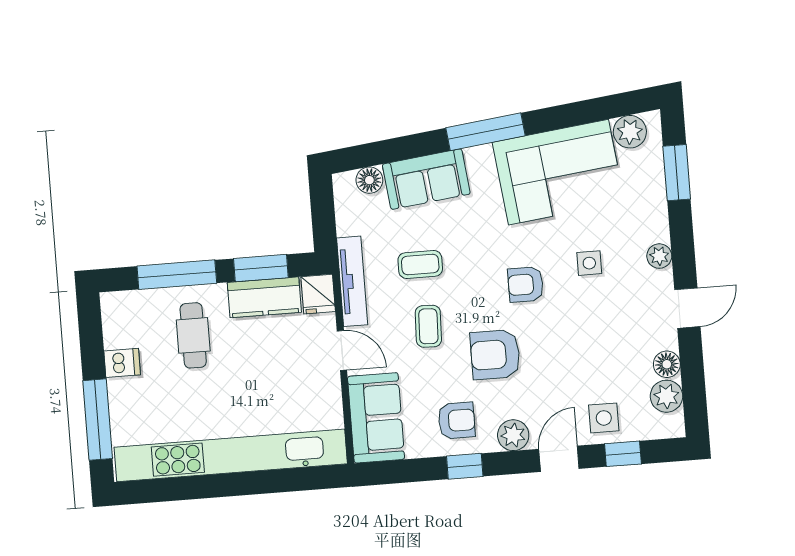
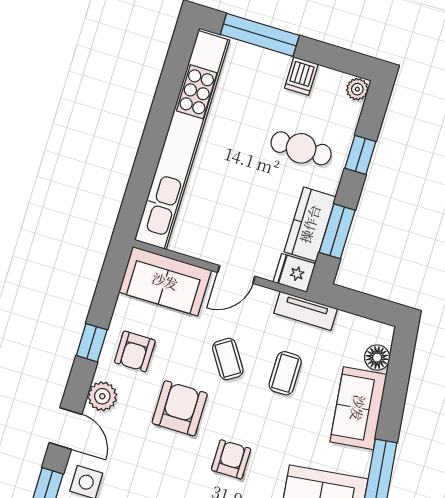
window: (177, 275) -> (360, 155), width x0.46
tv unit: (352, 281) -> (306, 311), width x0.71
plant: (113, 303) -> (357, 89), added
coffee table: (428, 326) -> (228, 359), turned 55

